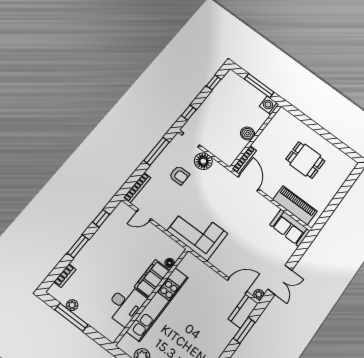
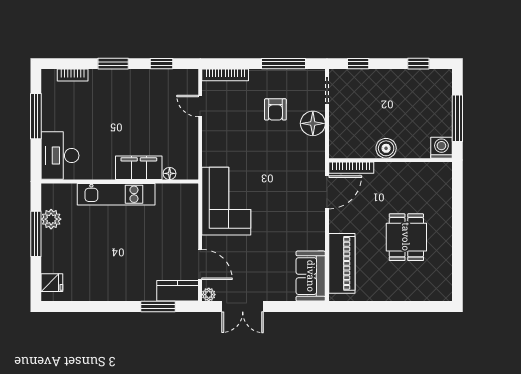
corner sofa: (197, 232) -> (226, 201), moved
kitchen unit: (158, 304) -> (116, 194), width x0.73
plant: (72, 305) -> (48, 107), removed
desk: (125, 305) -> (60, 156), moved, turned 90

